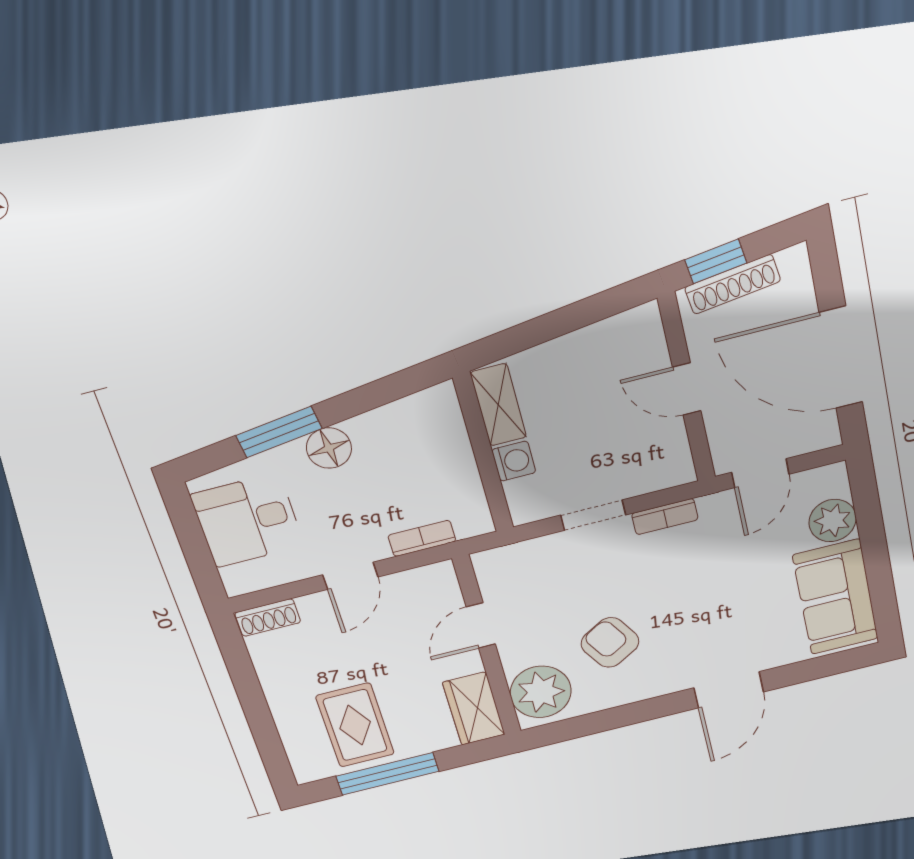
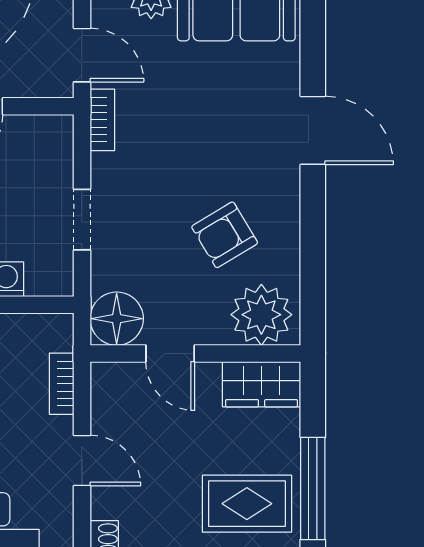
bookcase: (665, 517) -> (102, 120), moved
floor lamp: (502, 571) -> (117, 319), added

